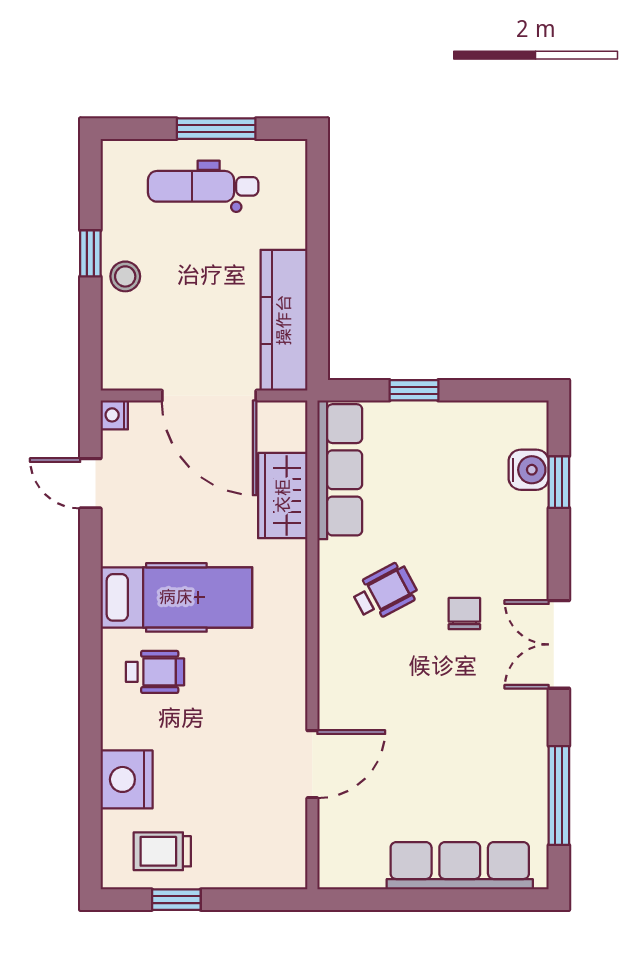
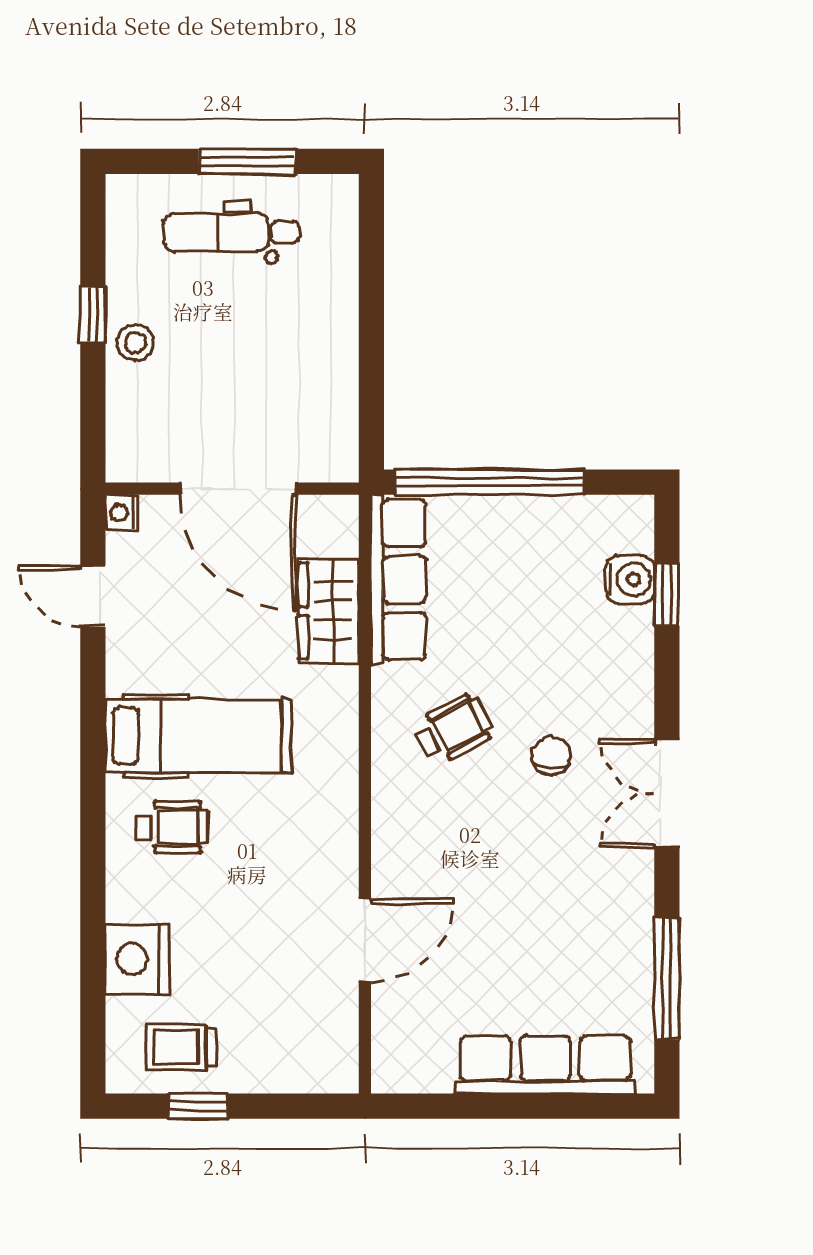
kitchen counter: (284, 320) -> (330, 396), removed
window: (414, 390) -> (489, 482), width x3.17

